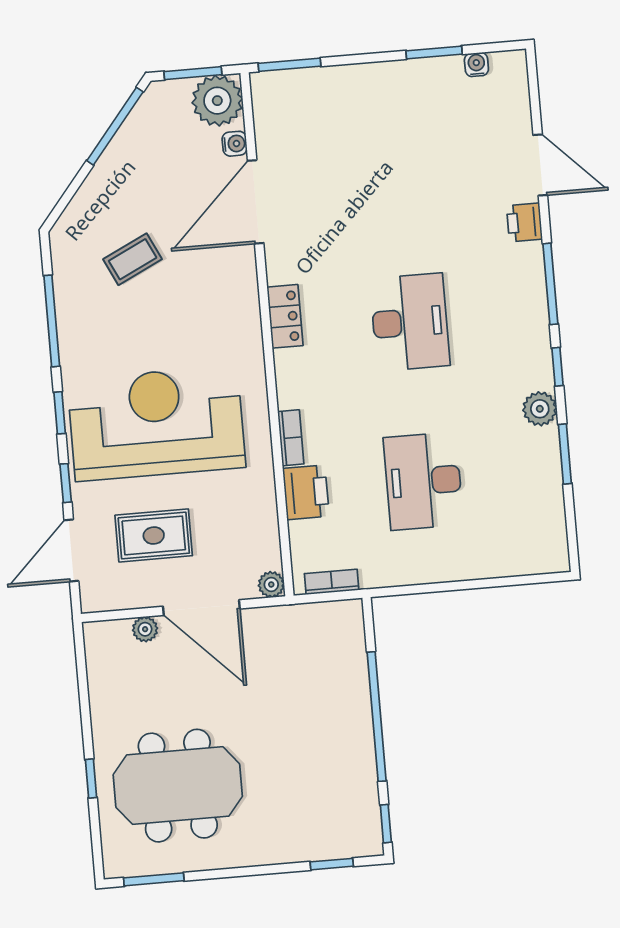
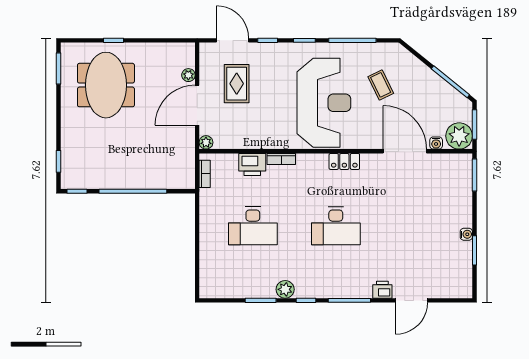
water cooler: (476, 64) -> (466, 234), moved
reception desk: (156, 423) -> (324, 103), moved
desk: (423, 481) -> (253, 226), turned 180

